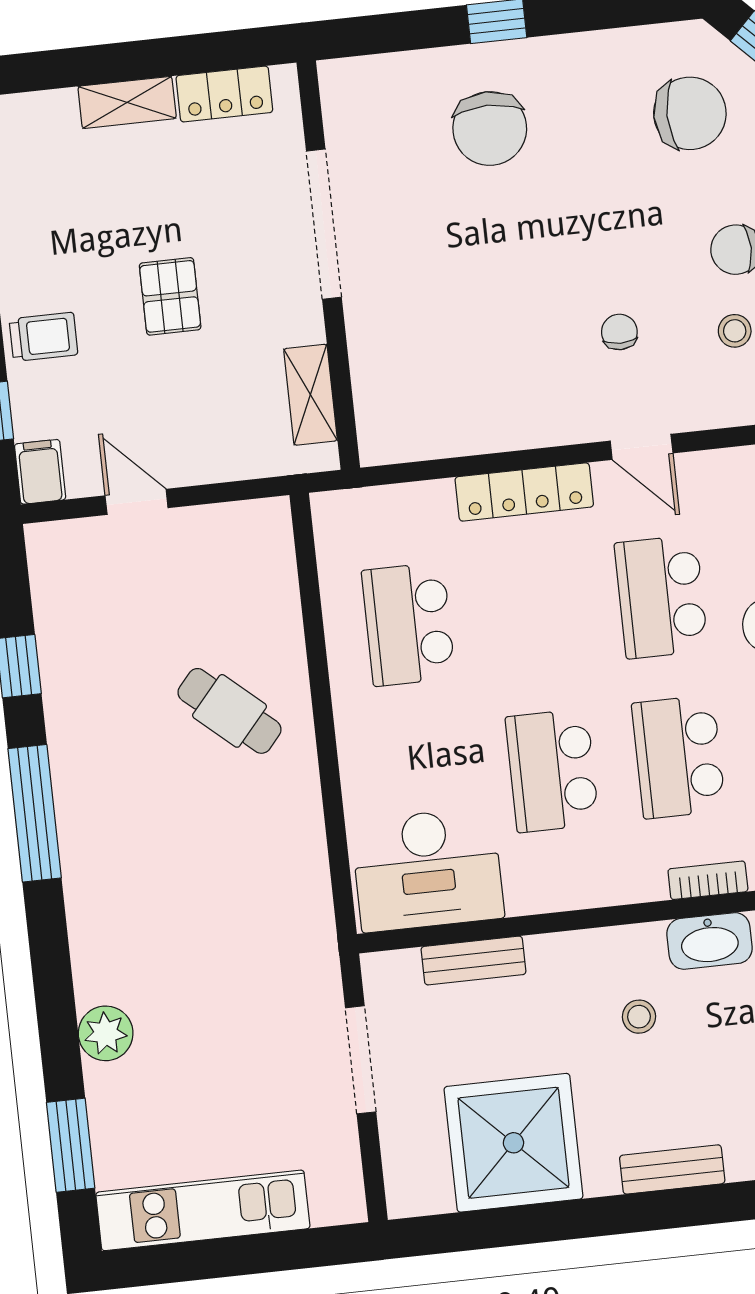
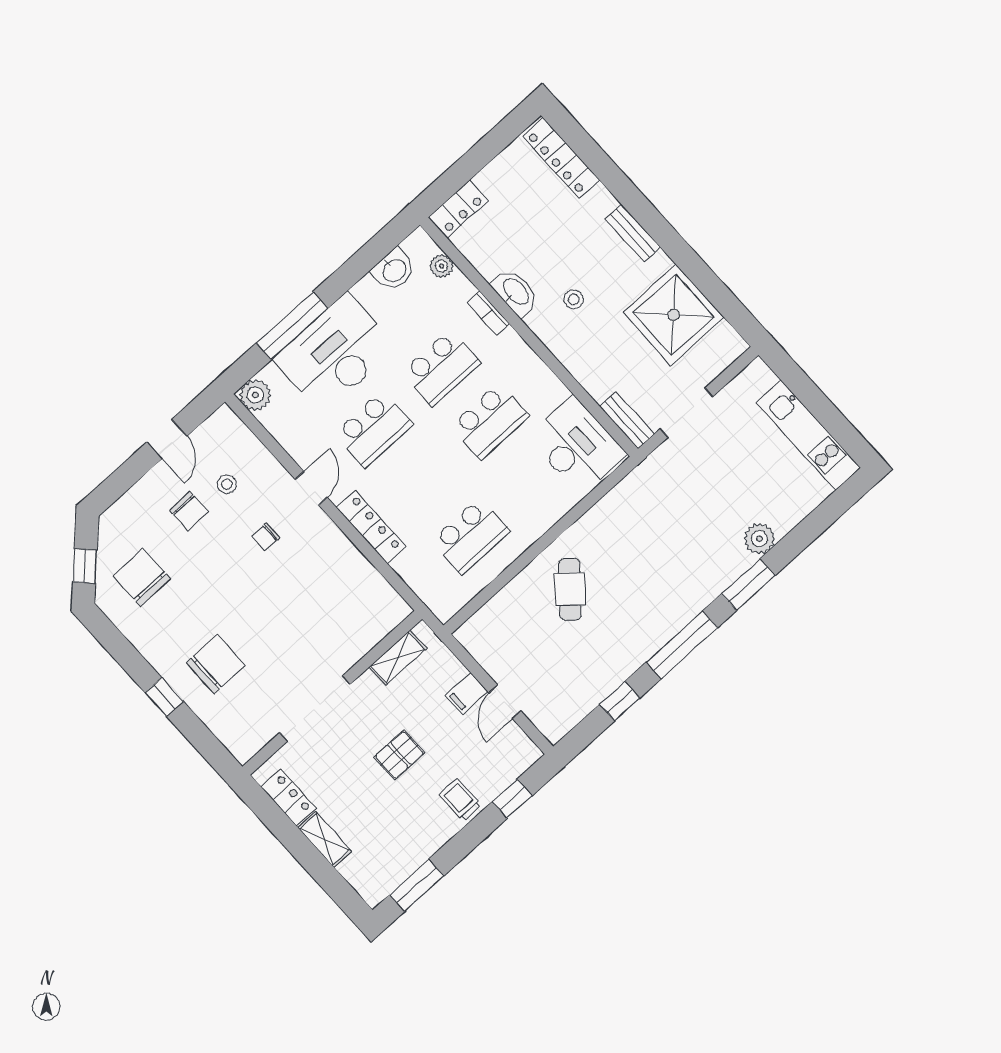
filing cabinet: (40, 472) -> (466, 693), moved
bench: (473, 960) -> (627, 420), moved
window: (71, 1145) -> (748, 585), moved

